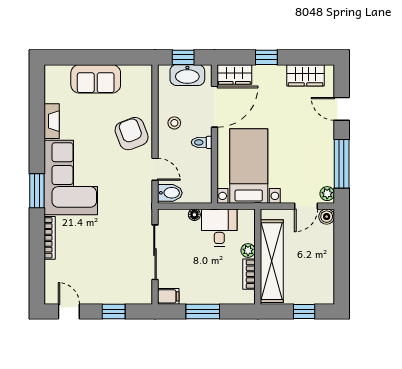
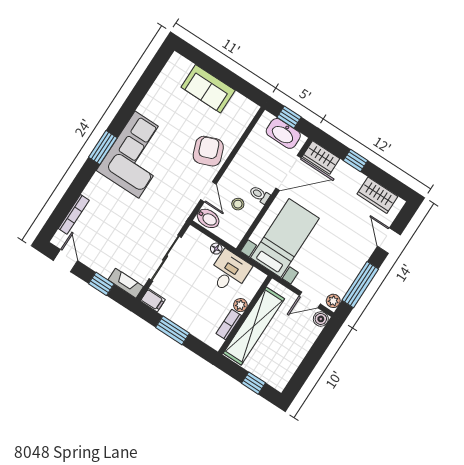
fireplace: (52, 121) -> (126, 283), moved, turned -90
stool: (174, 123) -> (238, 204), moved
bookcase: (50, 238) -> (74, 214), moved

